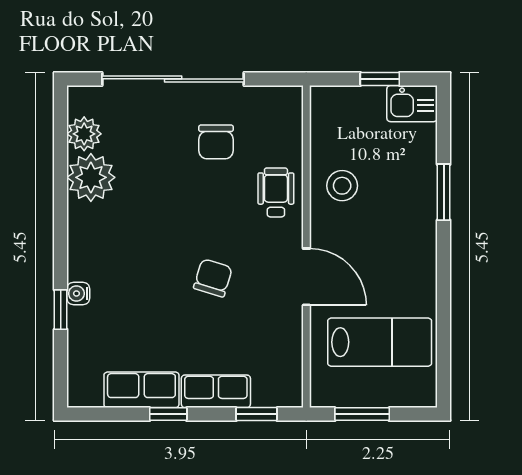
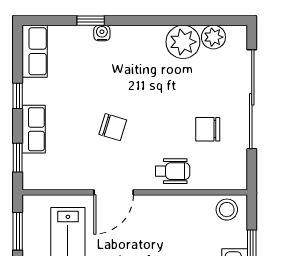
stool: (342, 186) -> (227, 210), moved
row of seats: (141, 390) -> (35, 51), moved

